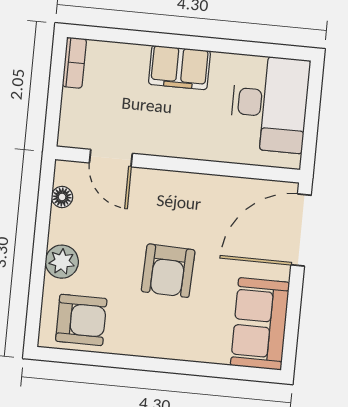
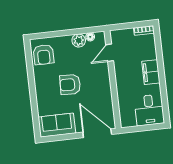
desk: (270, 104) -> (149, 110), width x0.73
plant: (62, 262) -> (79, 41), moved

